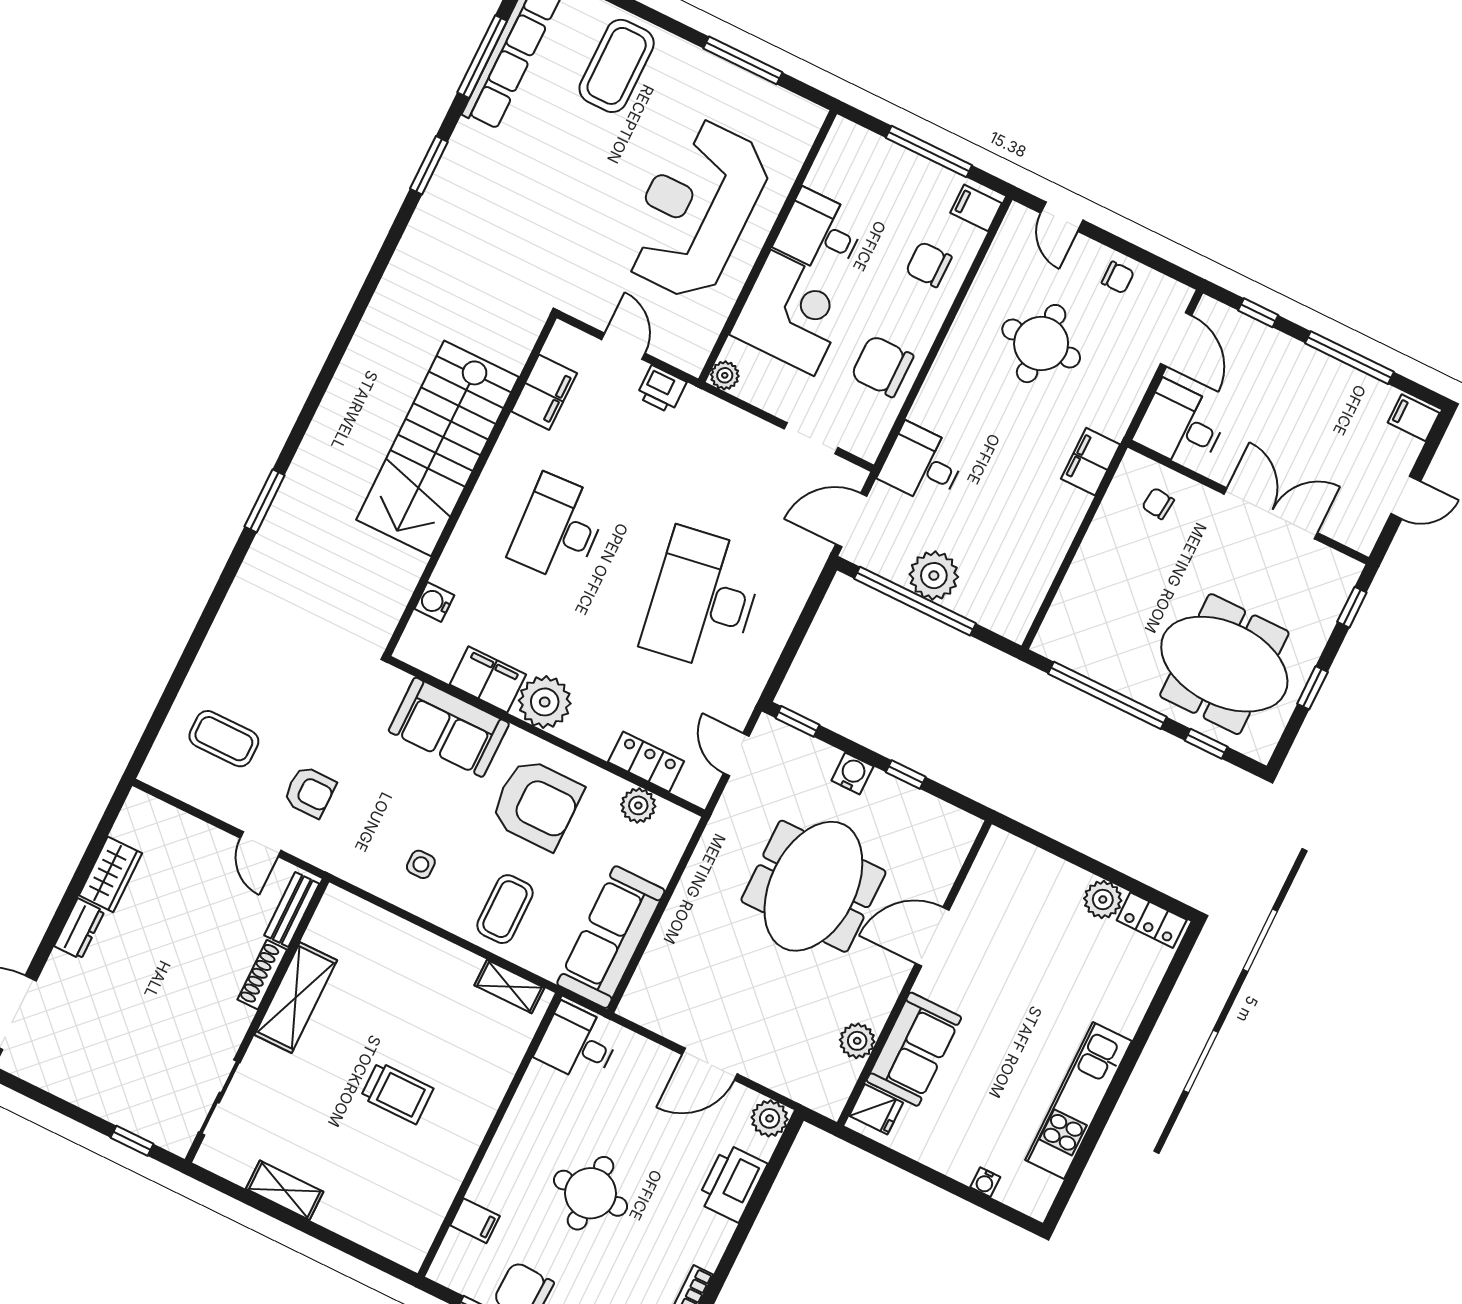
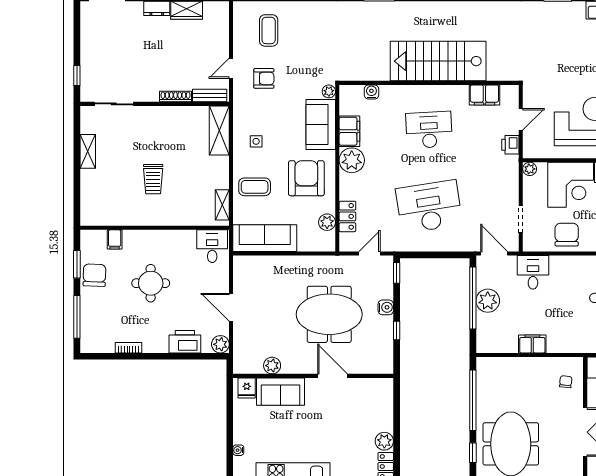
filing cabinet: (1091, 462) -> (532, 344), moved
plant: (394, 682) -> (329, 91), added
armchair: (310, 792) -> (264, 78), turned -90
armchair: (537, 804) -> (306, 178), turned 180
shelving: (296, 998) -> (219, 130), moved, turned 90

